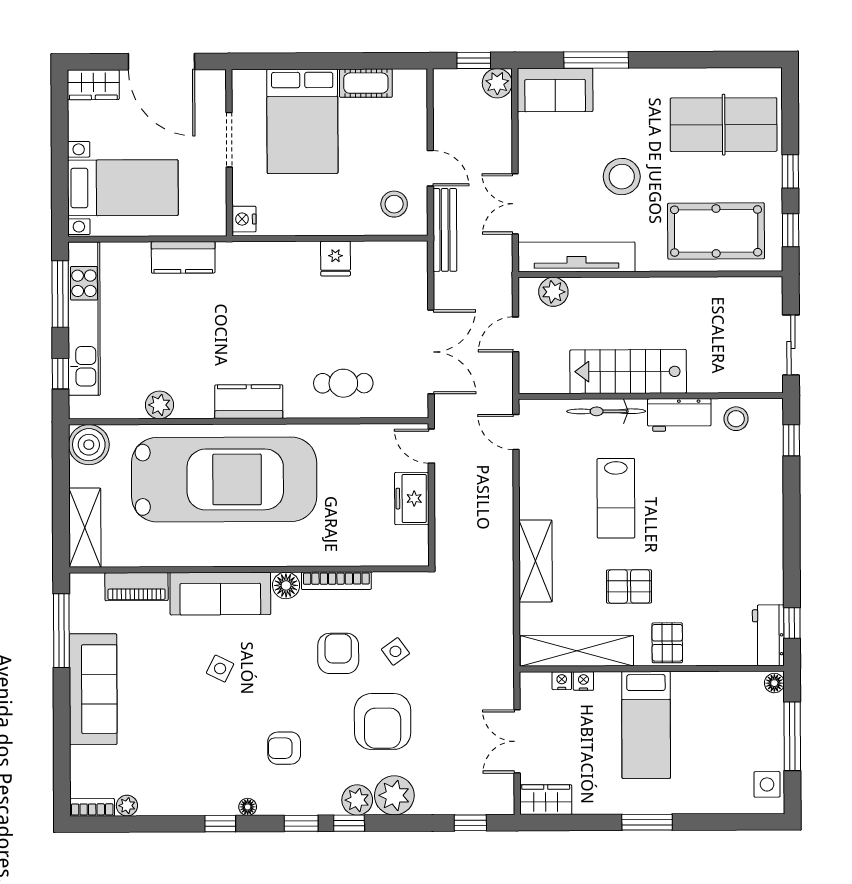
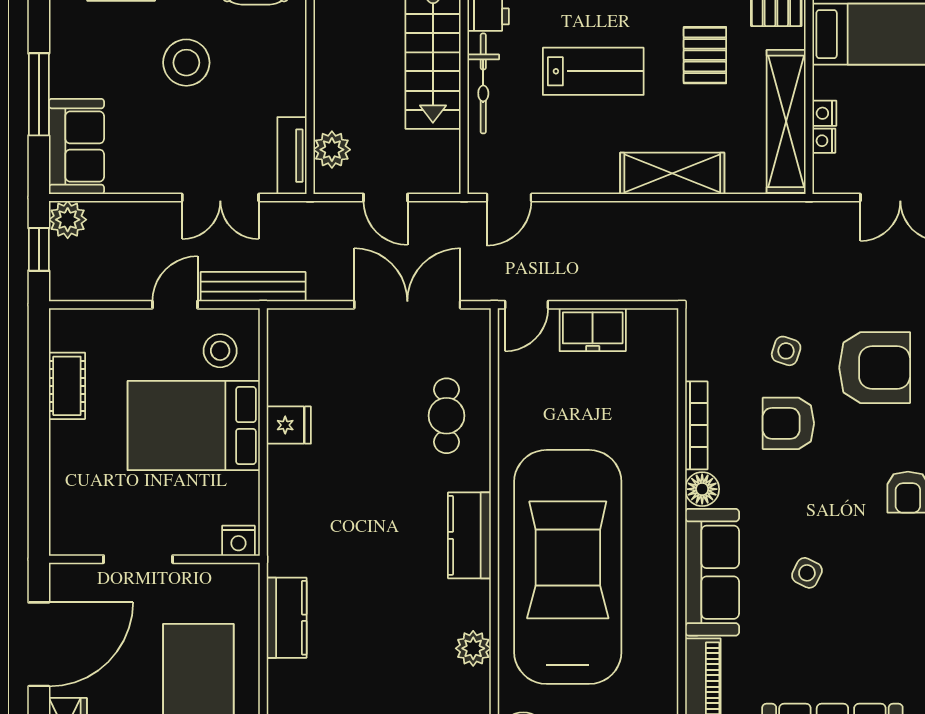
bed: (302, 121) -> (194, 426), moved, turned 180
tv unit: (576, 257) -> (292, 156), width x0.52, depth x0.78
side table: (395, 651) -> (786, 351), turned -36

